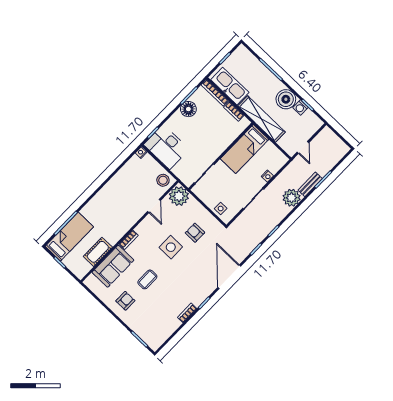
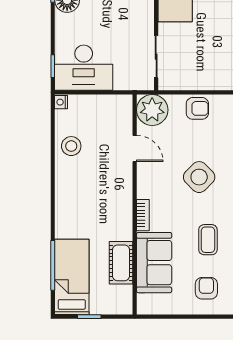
stool: (163, 180) -> (71, 146), moved
side table: (221, 209) -> (213, 78), removed
armchair: (195, 233) -> (197, 108), moved, turned 180
side table: (171, 247) -> (199, 177), turned 45

